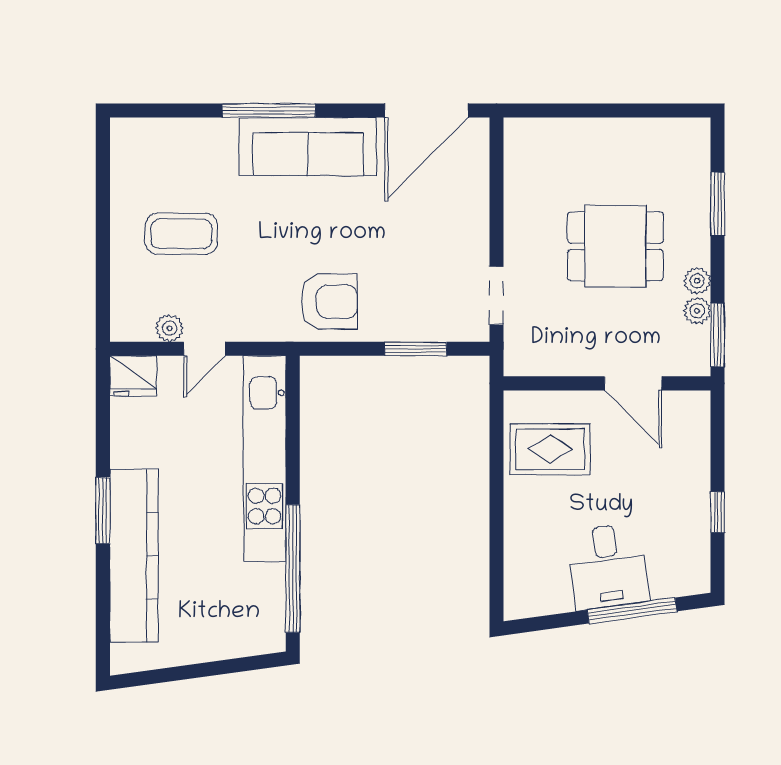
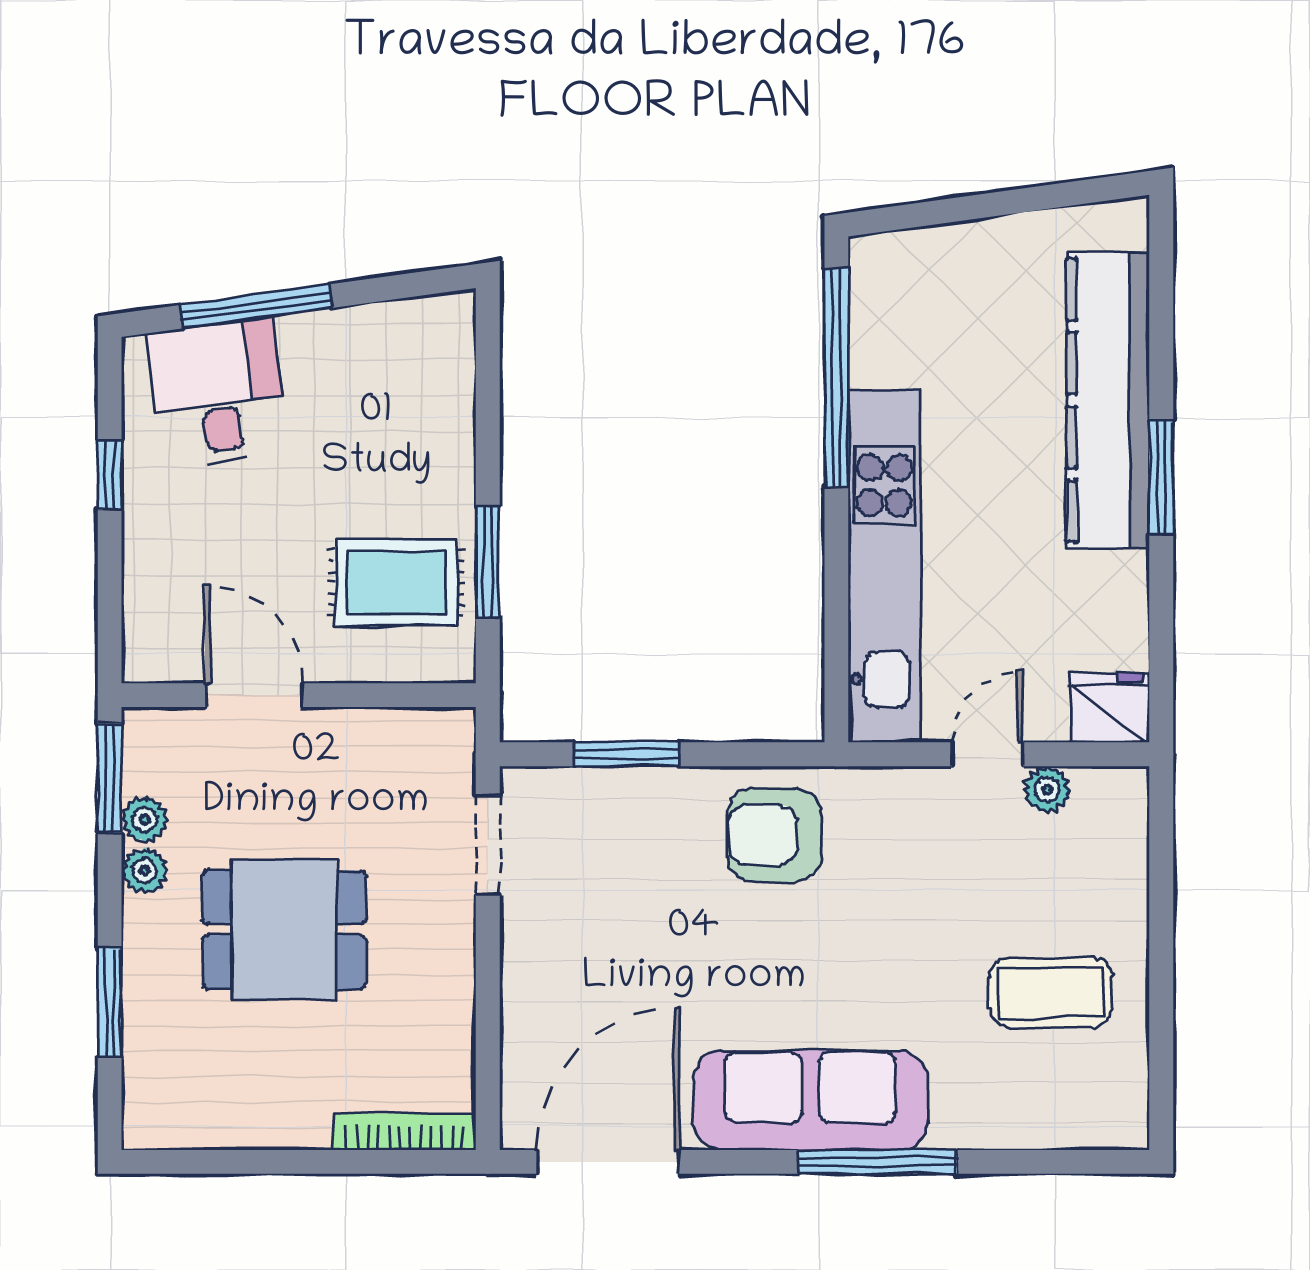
bookcase: (545, 128) -> (405, 1132), added
coffee table: (181, 234) -> (1051, 992), moved
window: (497, 461) -> (488, 562), added
desk: (608, 566) -> (218, 393), moved

